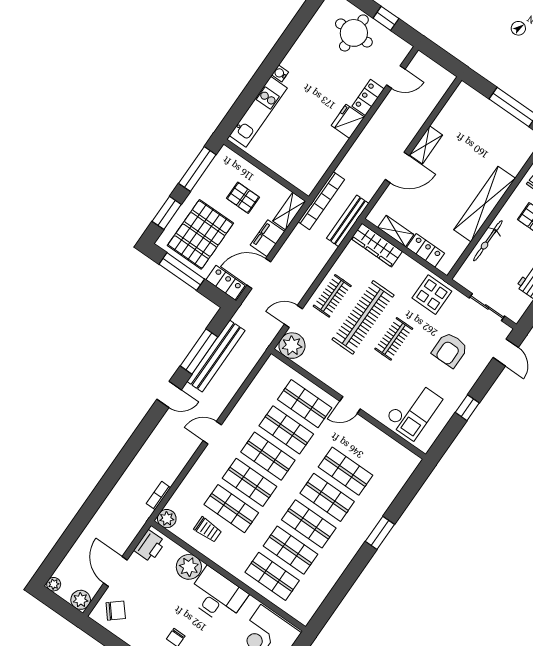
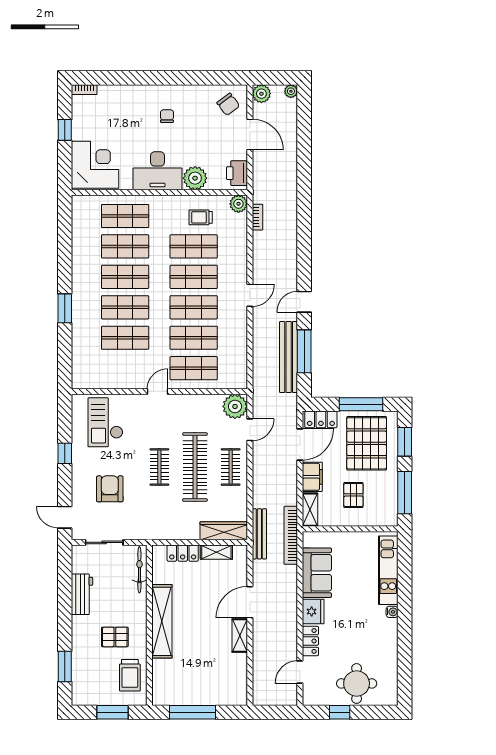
sofa: (321, 153) -> (317, 573), added
pallet: (243, 198) -> (353, 495), turned 90
bicycle: (488, 241) -> (139, 570), moved
display table: (432, 295) -> (154, 522), removed
chair: (116, 611) -> (228, 104), turned -87

